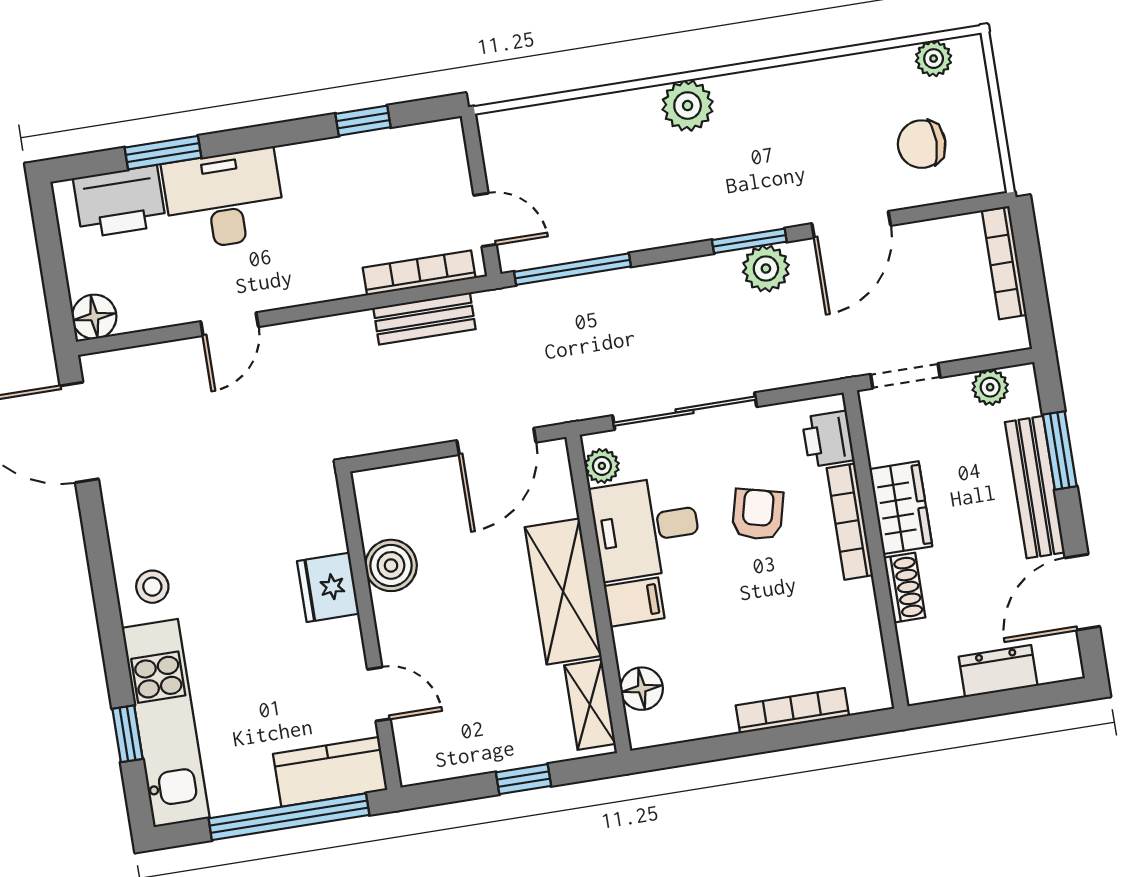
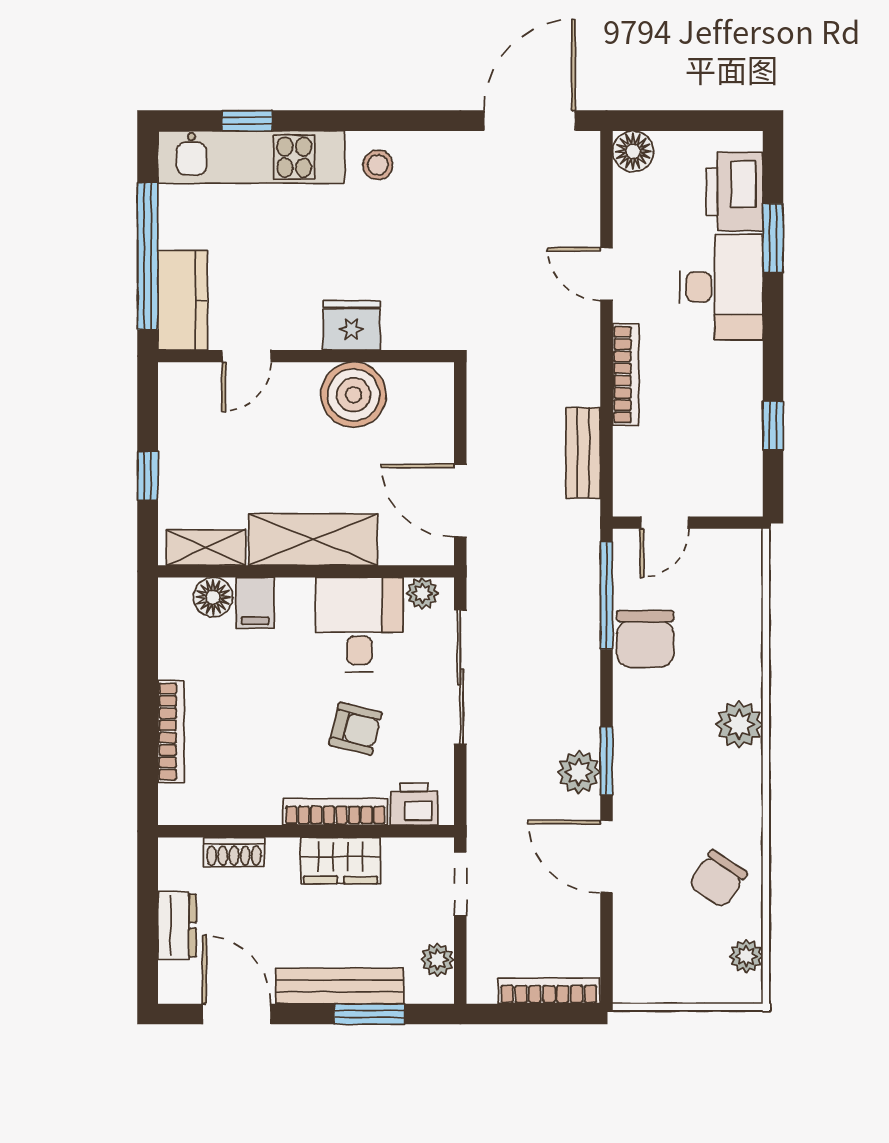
chair: (922, 144) -> (718, 879), moved, turned -146
chair: (612, 220) -> (645, 639), added
bookcase: (419, 273) -> (626, 375), moved
boiler: (391, 565) -> (354, 395), width x1.37, depth x1.37
shoe rack: (904, 588) -> (234, 852), moved
filing cabinet: (634, 602) -> (255, 603), moved

